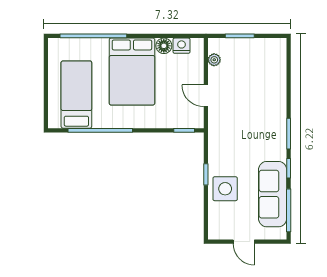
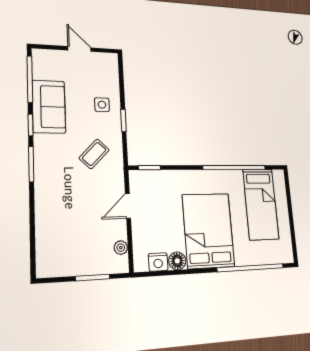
door: (206, 96) -> (128, 206), swing flipped
coffee table: (234, 143) -> (94, 154), added
side table: (225, 189) -> (102, 105), width x0.54, depth x0.54
sofa: (273, 194) -> (49, 107), width x0.73

